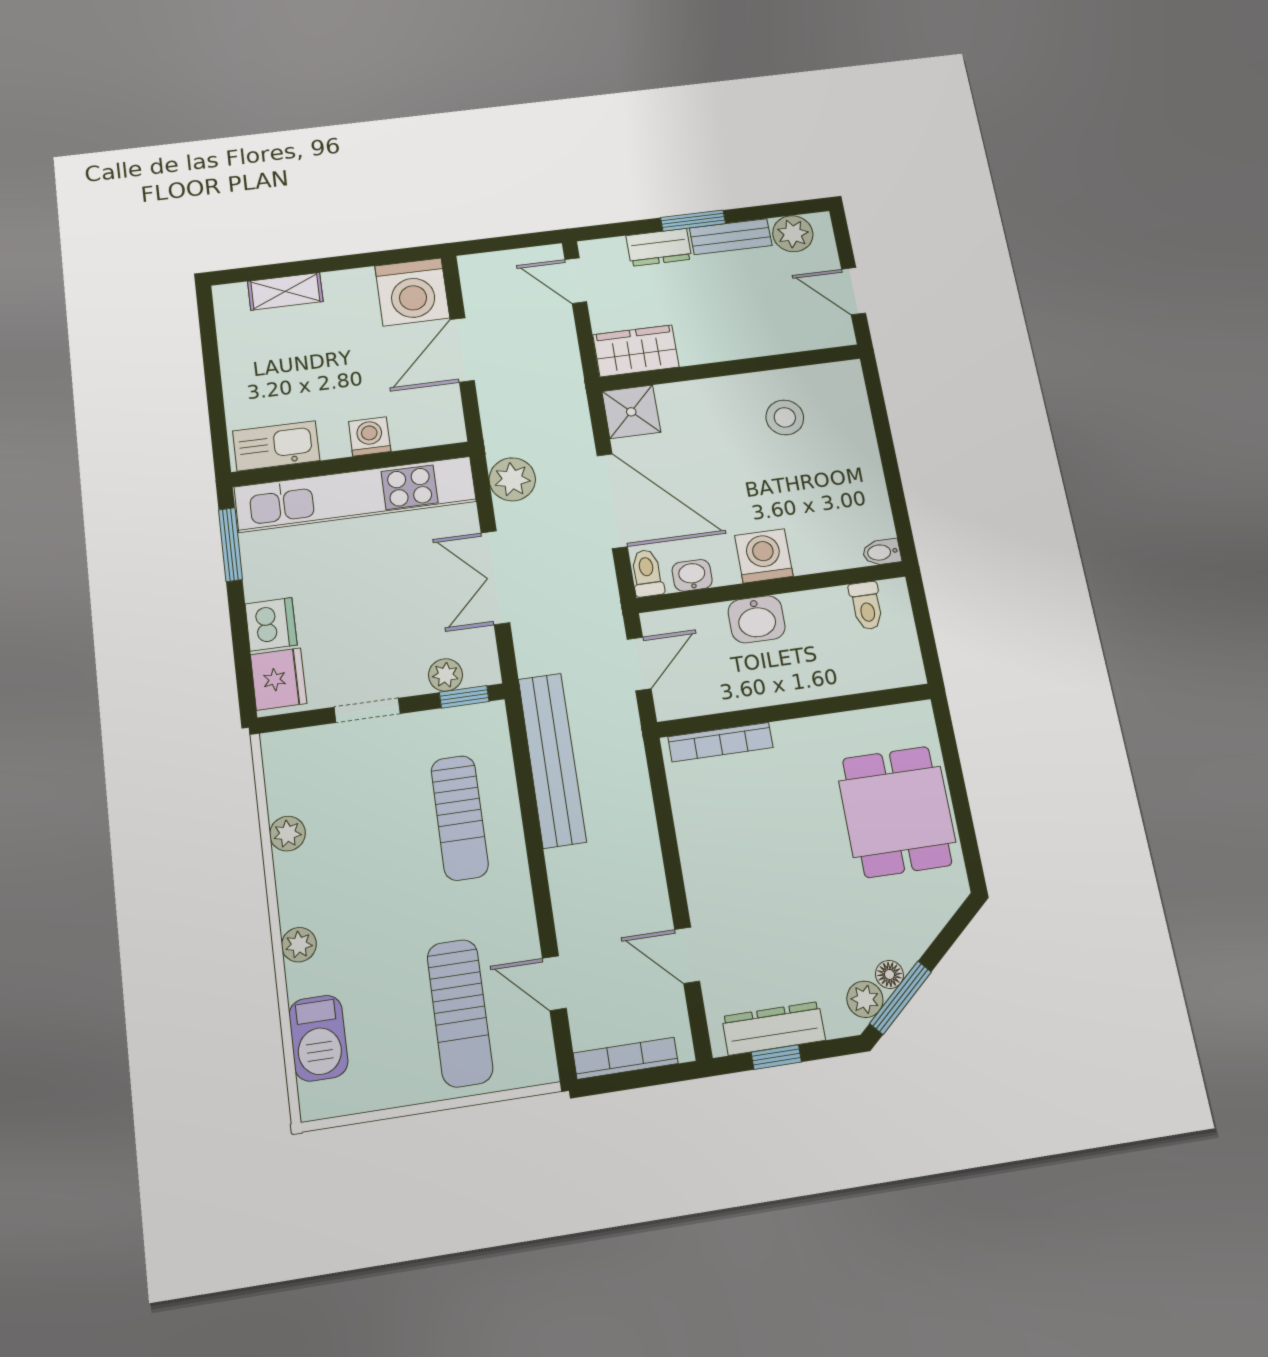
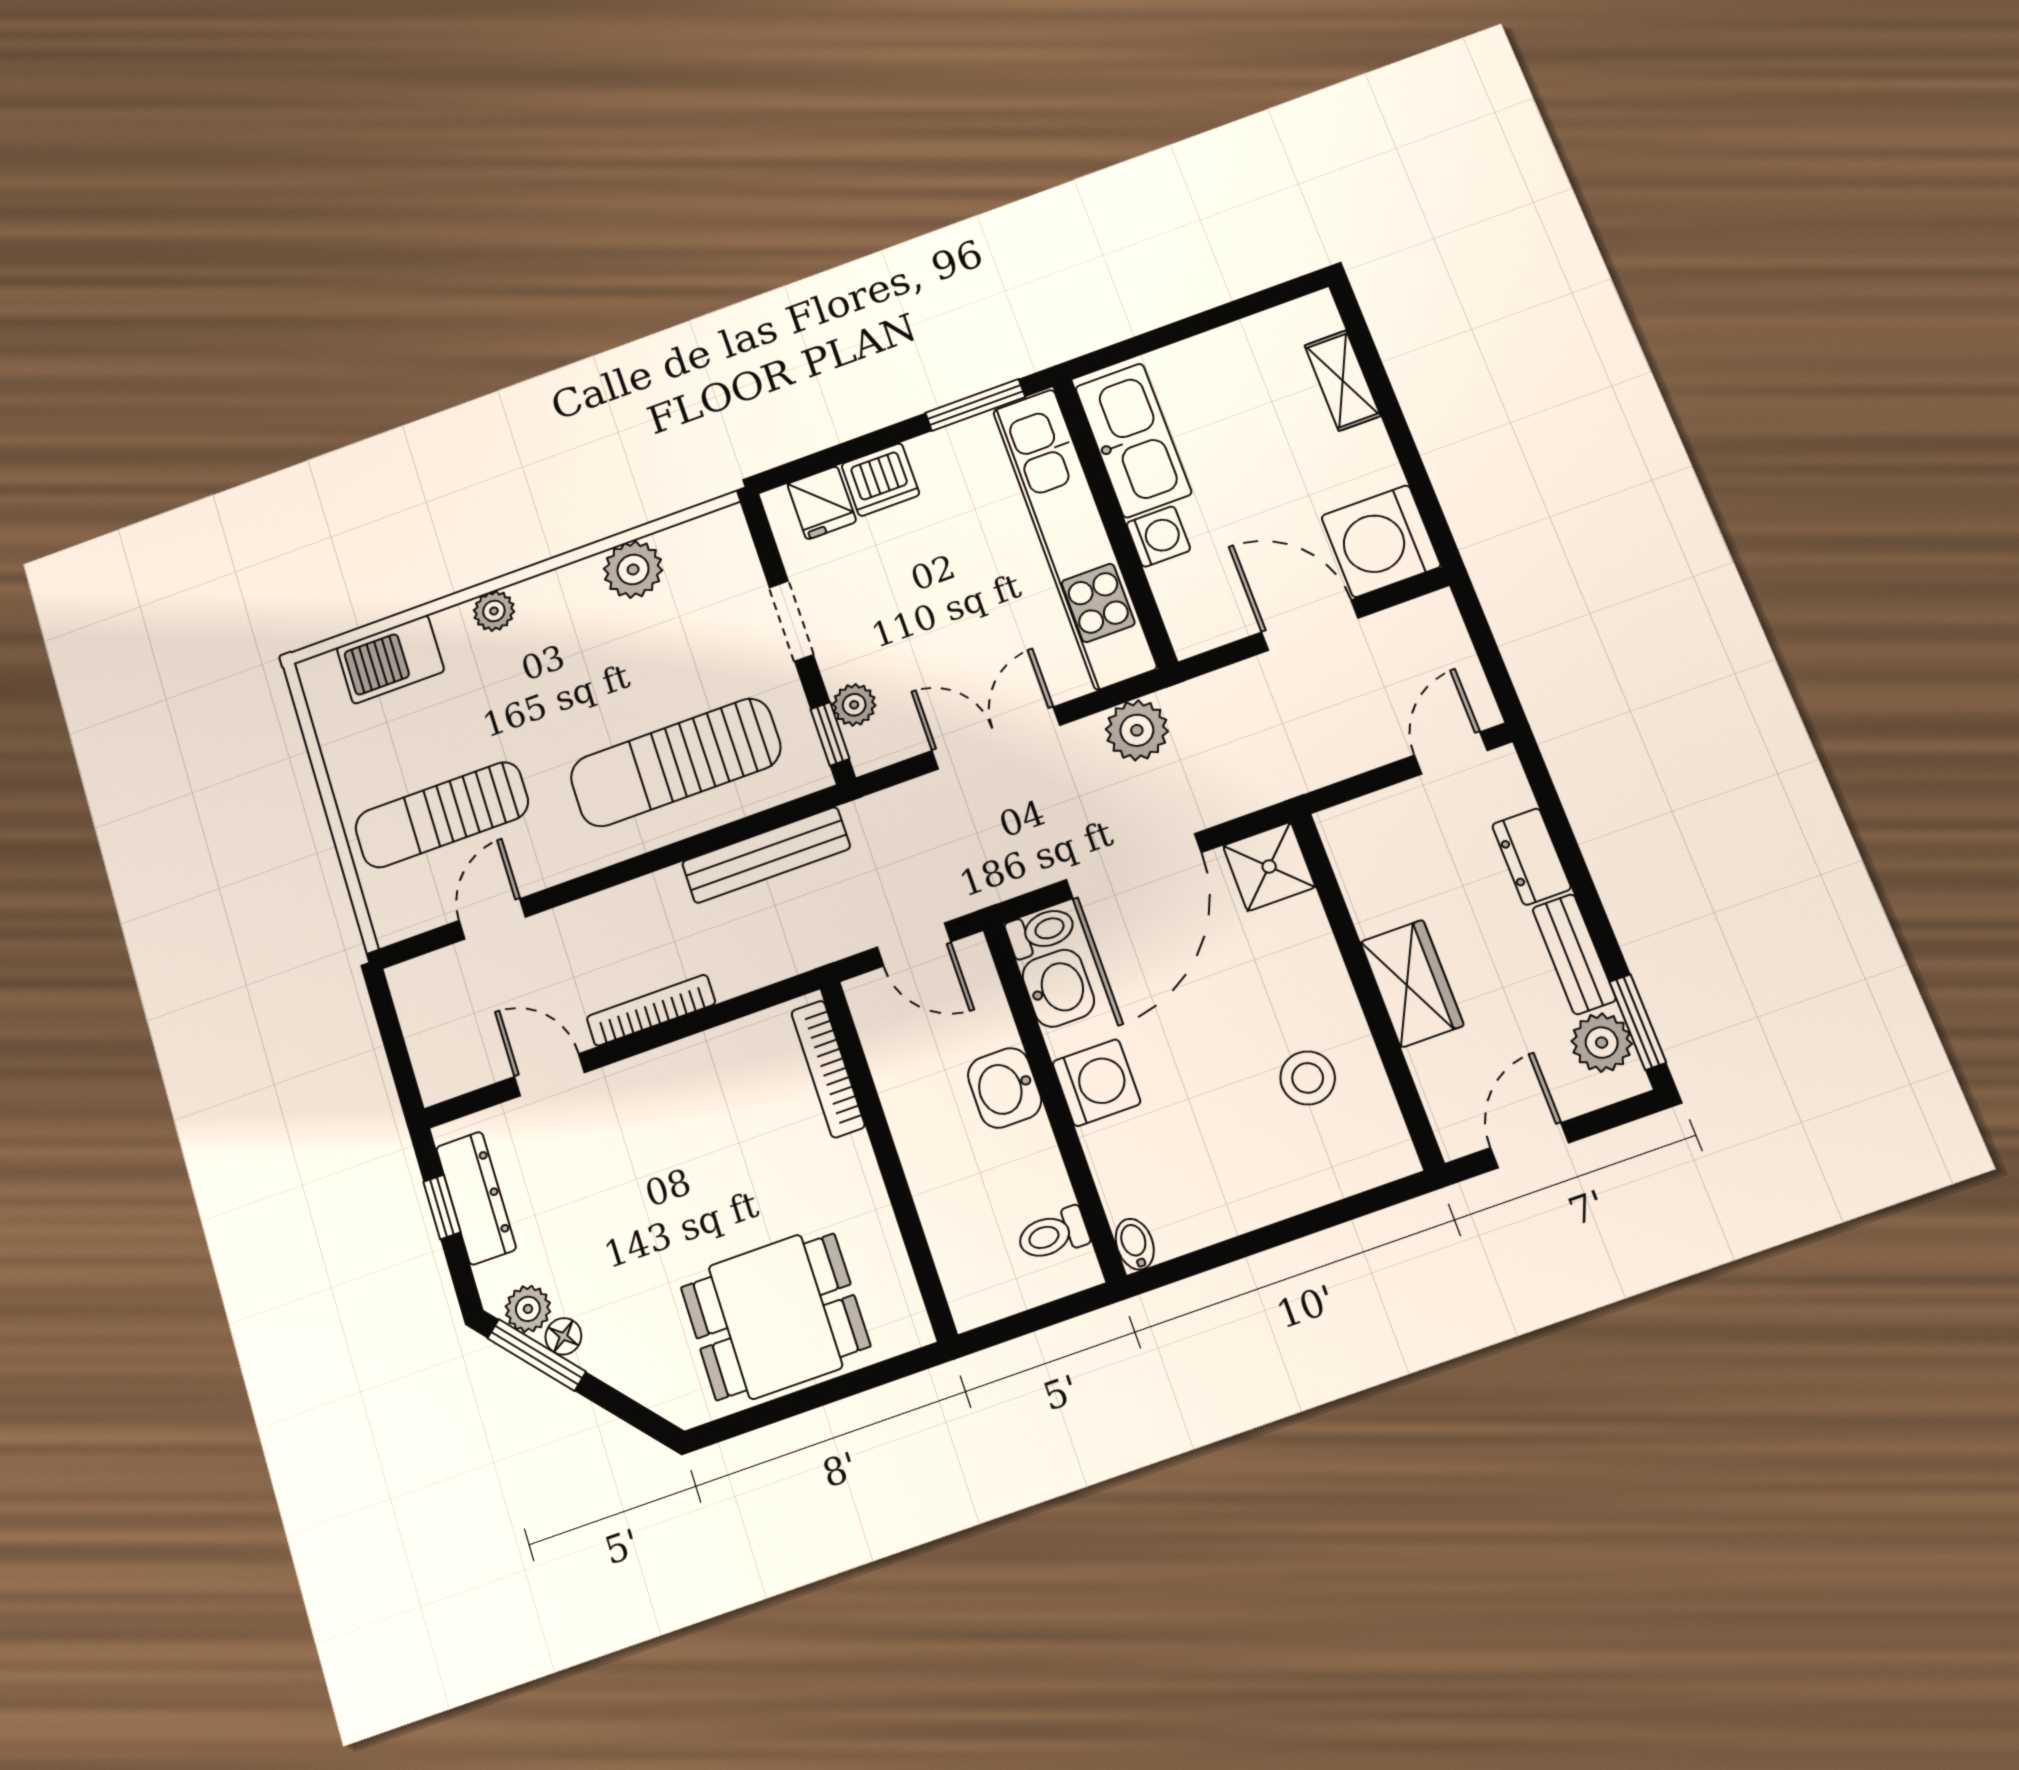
window: (693, 221) -> (1638, 1022), moved
wardrobe: (636, 351) -> (1412, 984), moved
kitchen sink: (276, 446) -> (1133, 440), width x1.36, depth x1.24
washbasin: (692, 575) -> (1058, 988), width x1.38, depth x1.45
fridge: (279, 679) -> (822, 503), width x0.72
bench: (552, 760) -> (766, 855), width x0.73, depth x0.82
sun lounger: (460, 818) -> (676, 762), width x1.36, depth x1.34
plant: (287, 834) -> (633, 570), width x1.38, depth x1.38
door: (687, 955) -> (549, 1075), hinge flipped
bookcase: (626, 1058) -> (651, 1010), moved, turned -90

